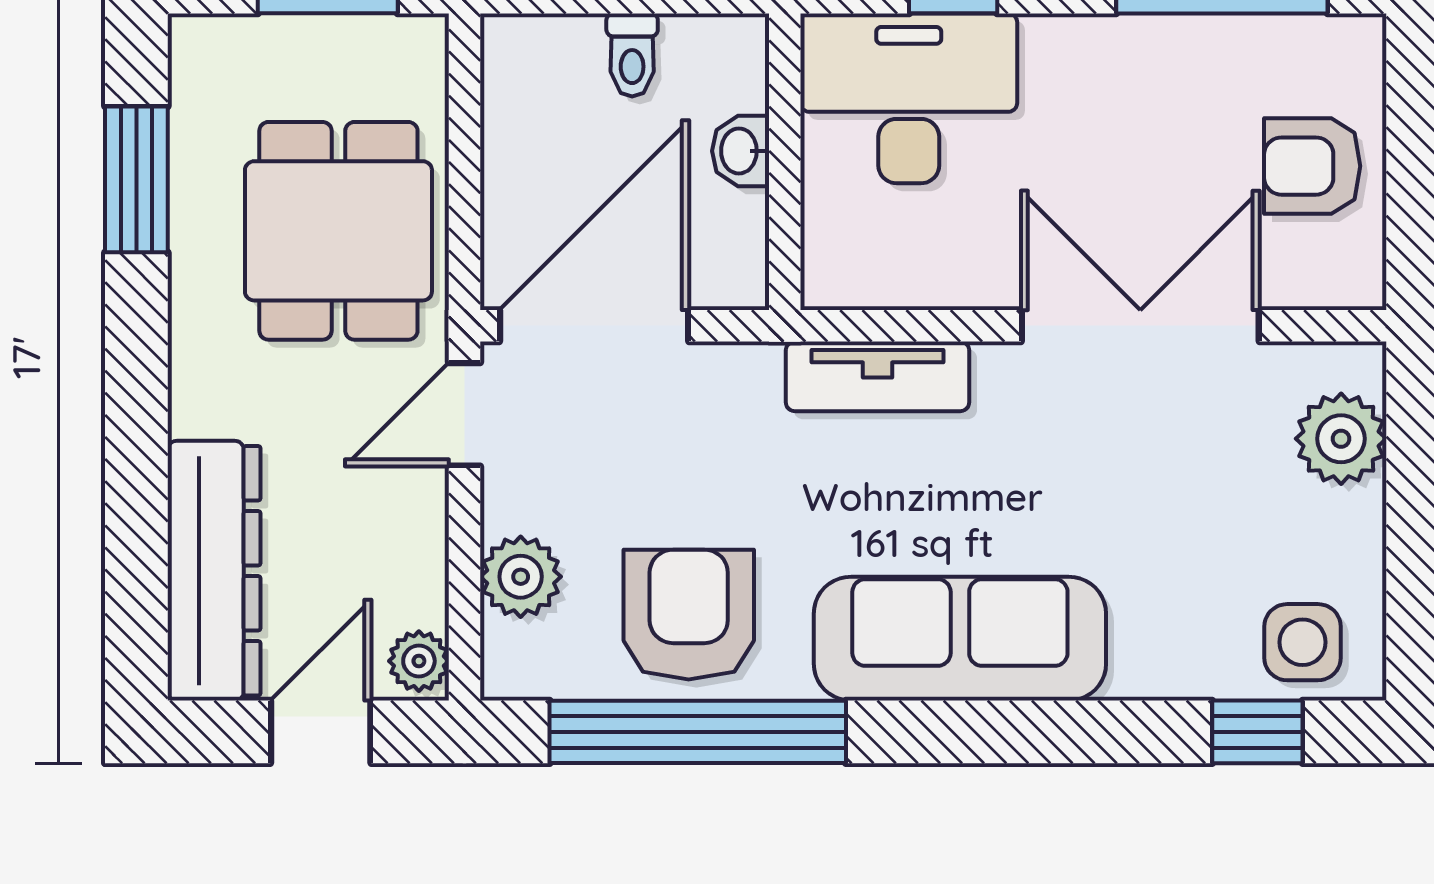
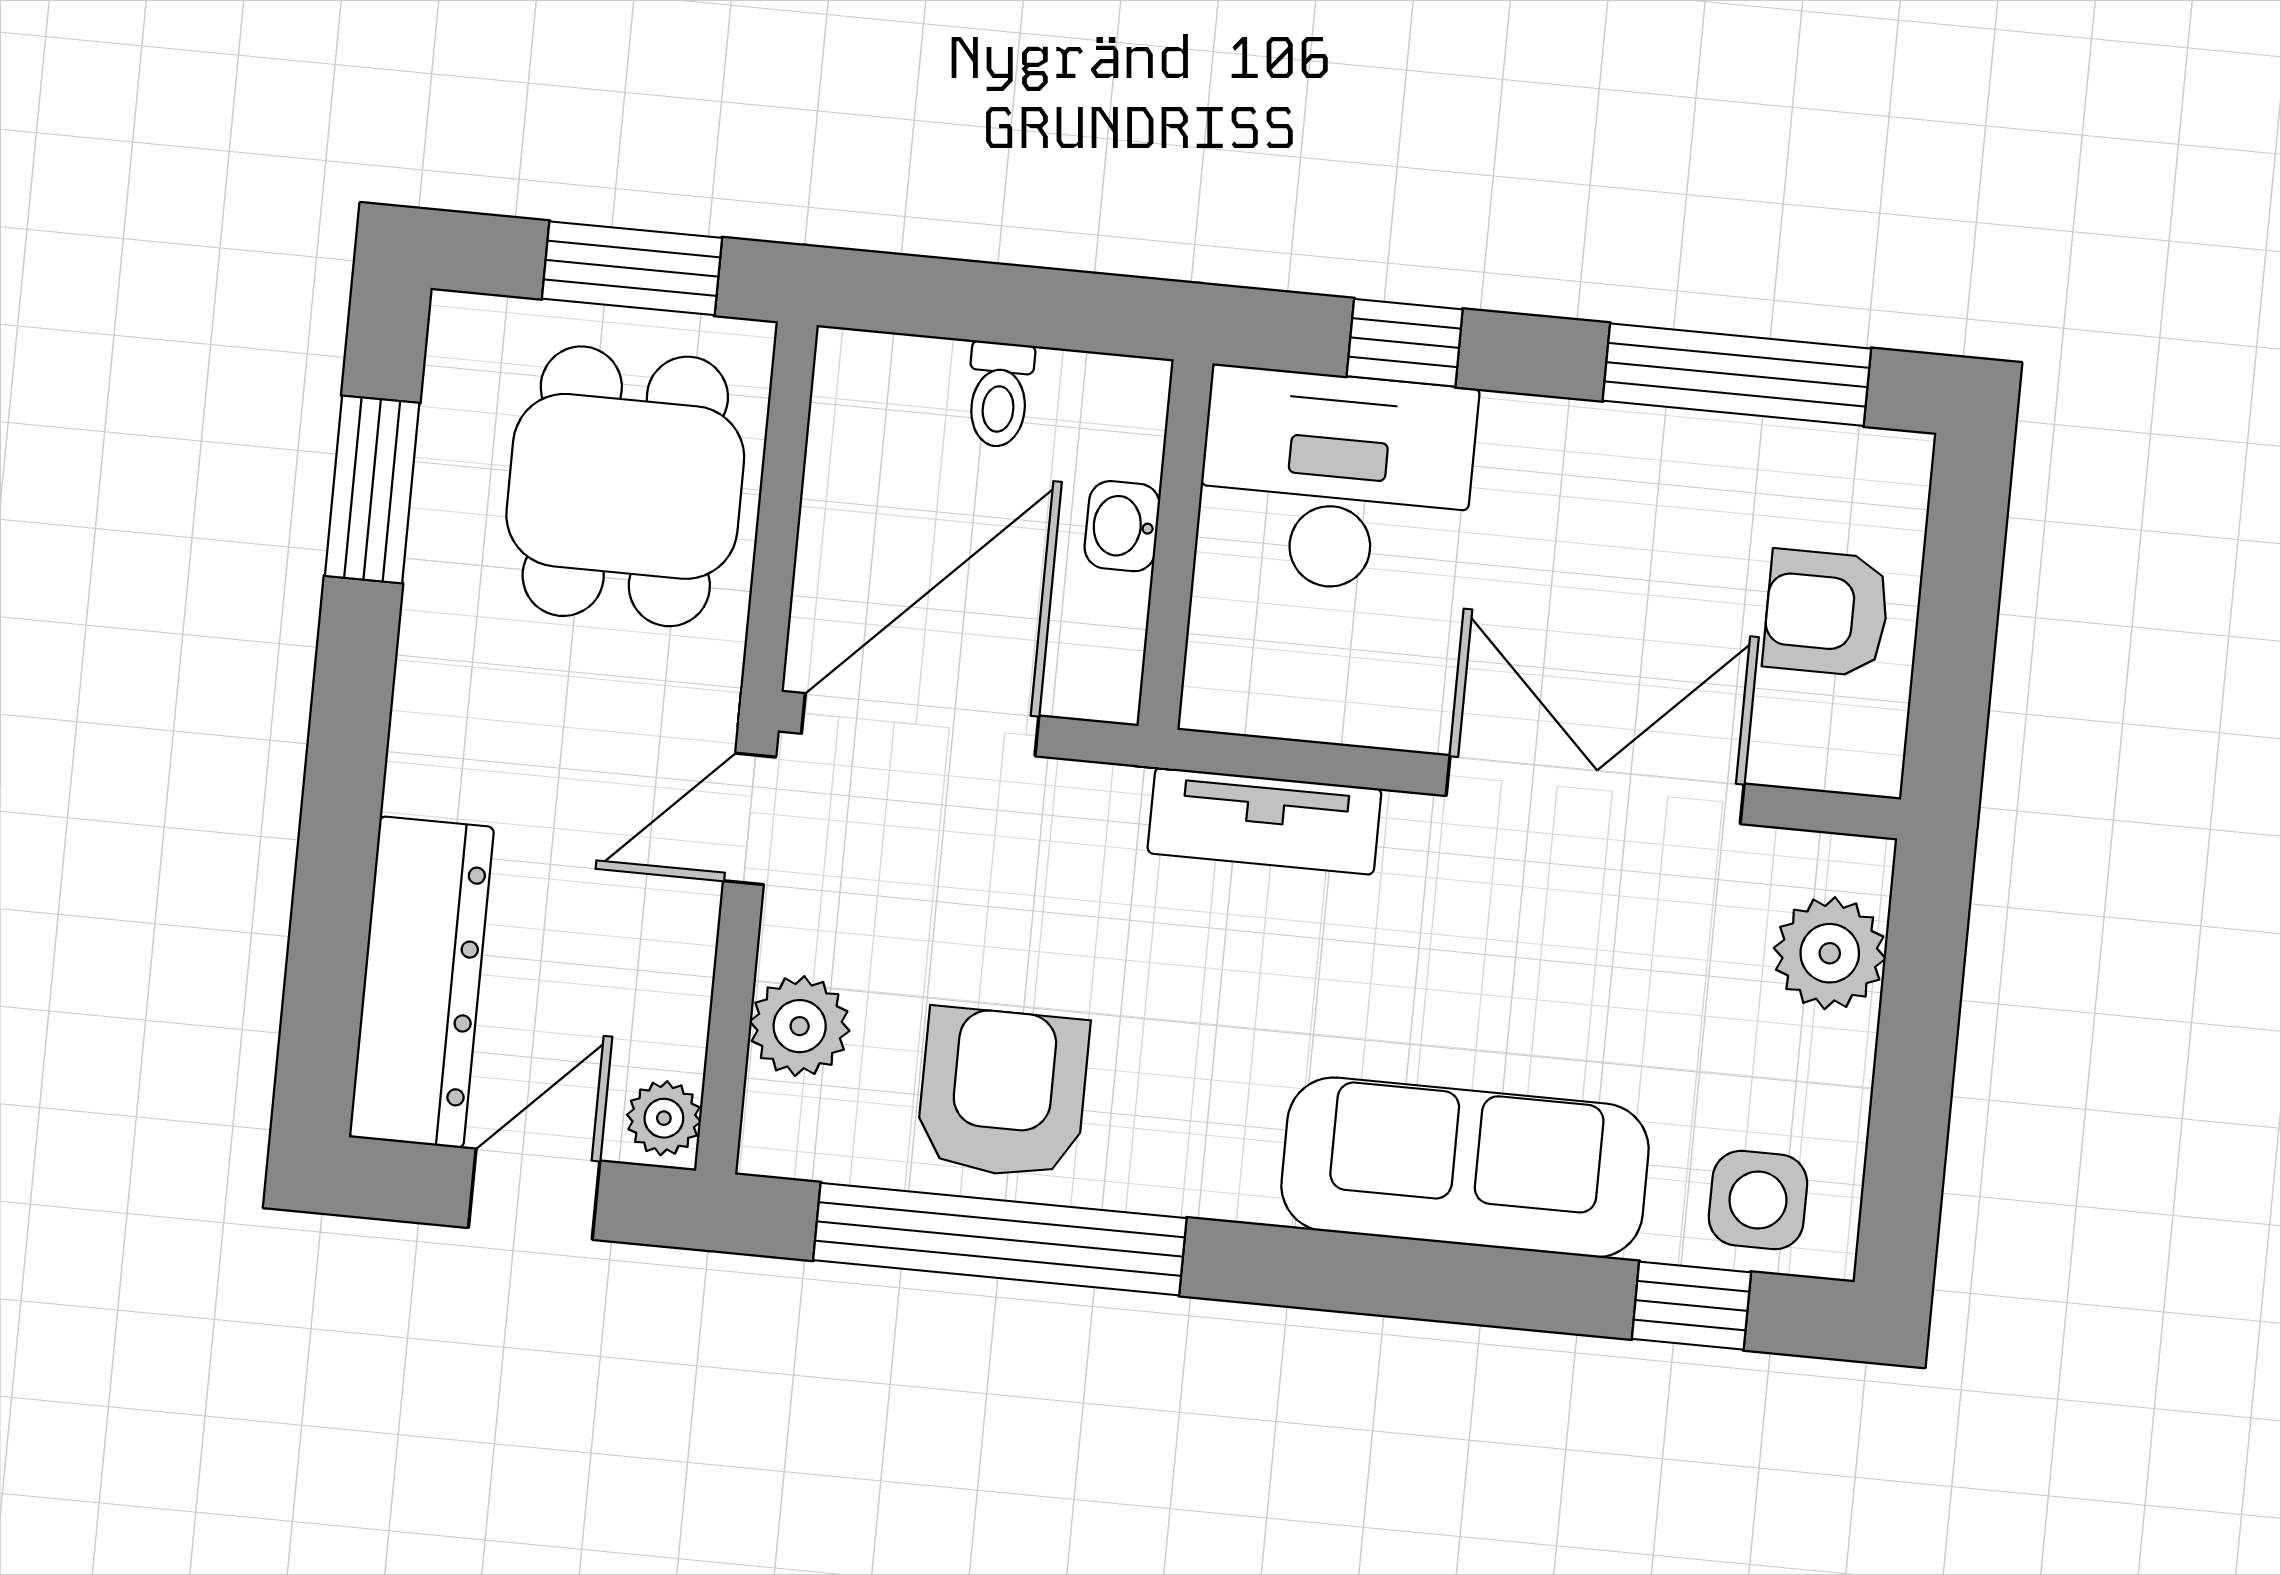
dining table: (338, 231) -> (625, 486), moved
sofa: (960, 639) -> (1465, 1167), moved

